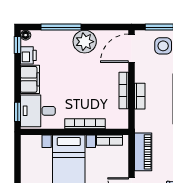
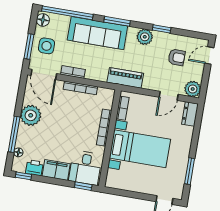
floor lamp: (26, 35) -> (18, 152), moved
bookcase: (140, 96) -> (73, 72), moved
piano: (143, 152) -> (125, 78), moved

